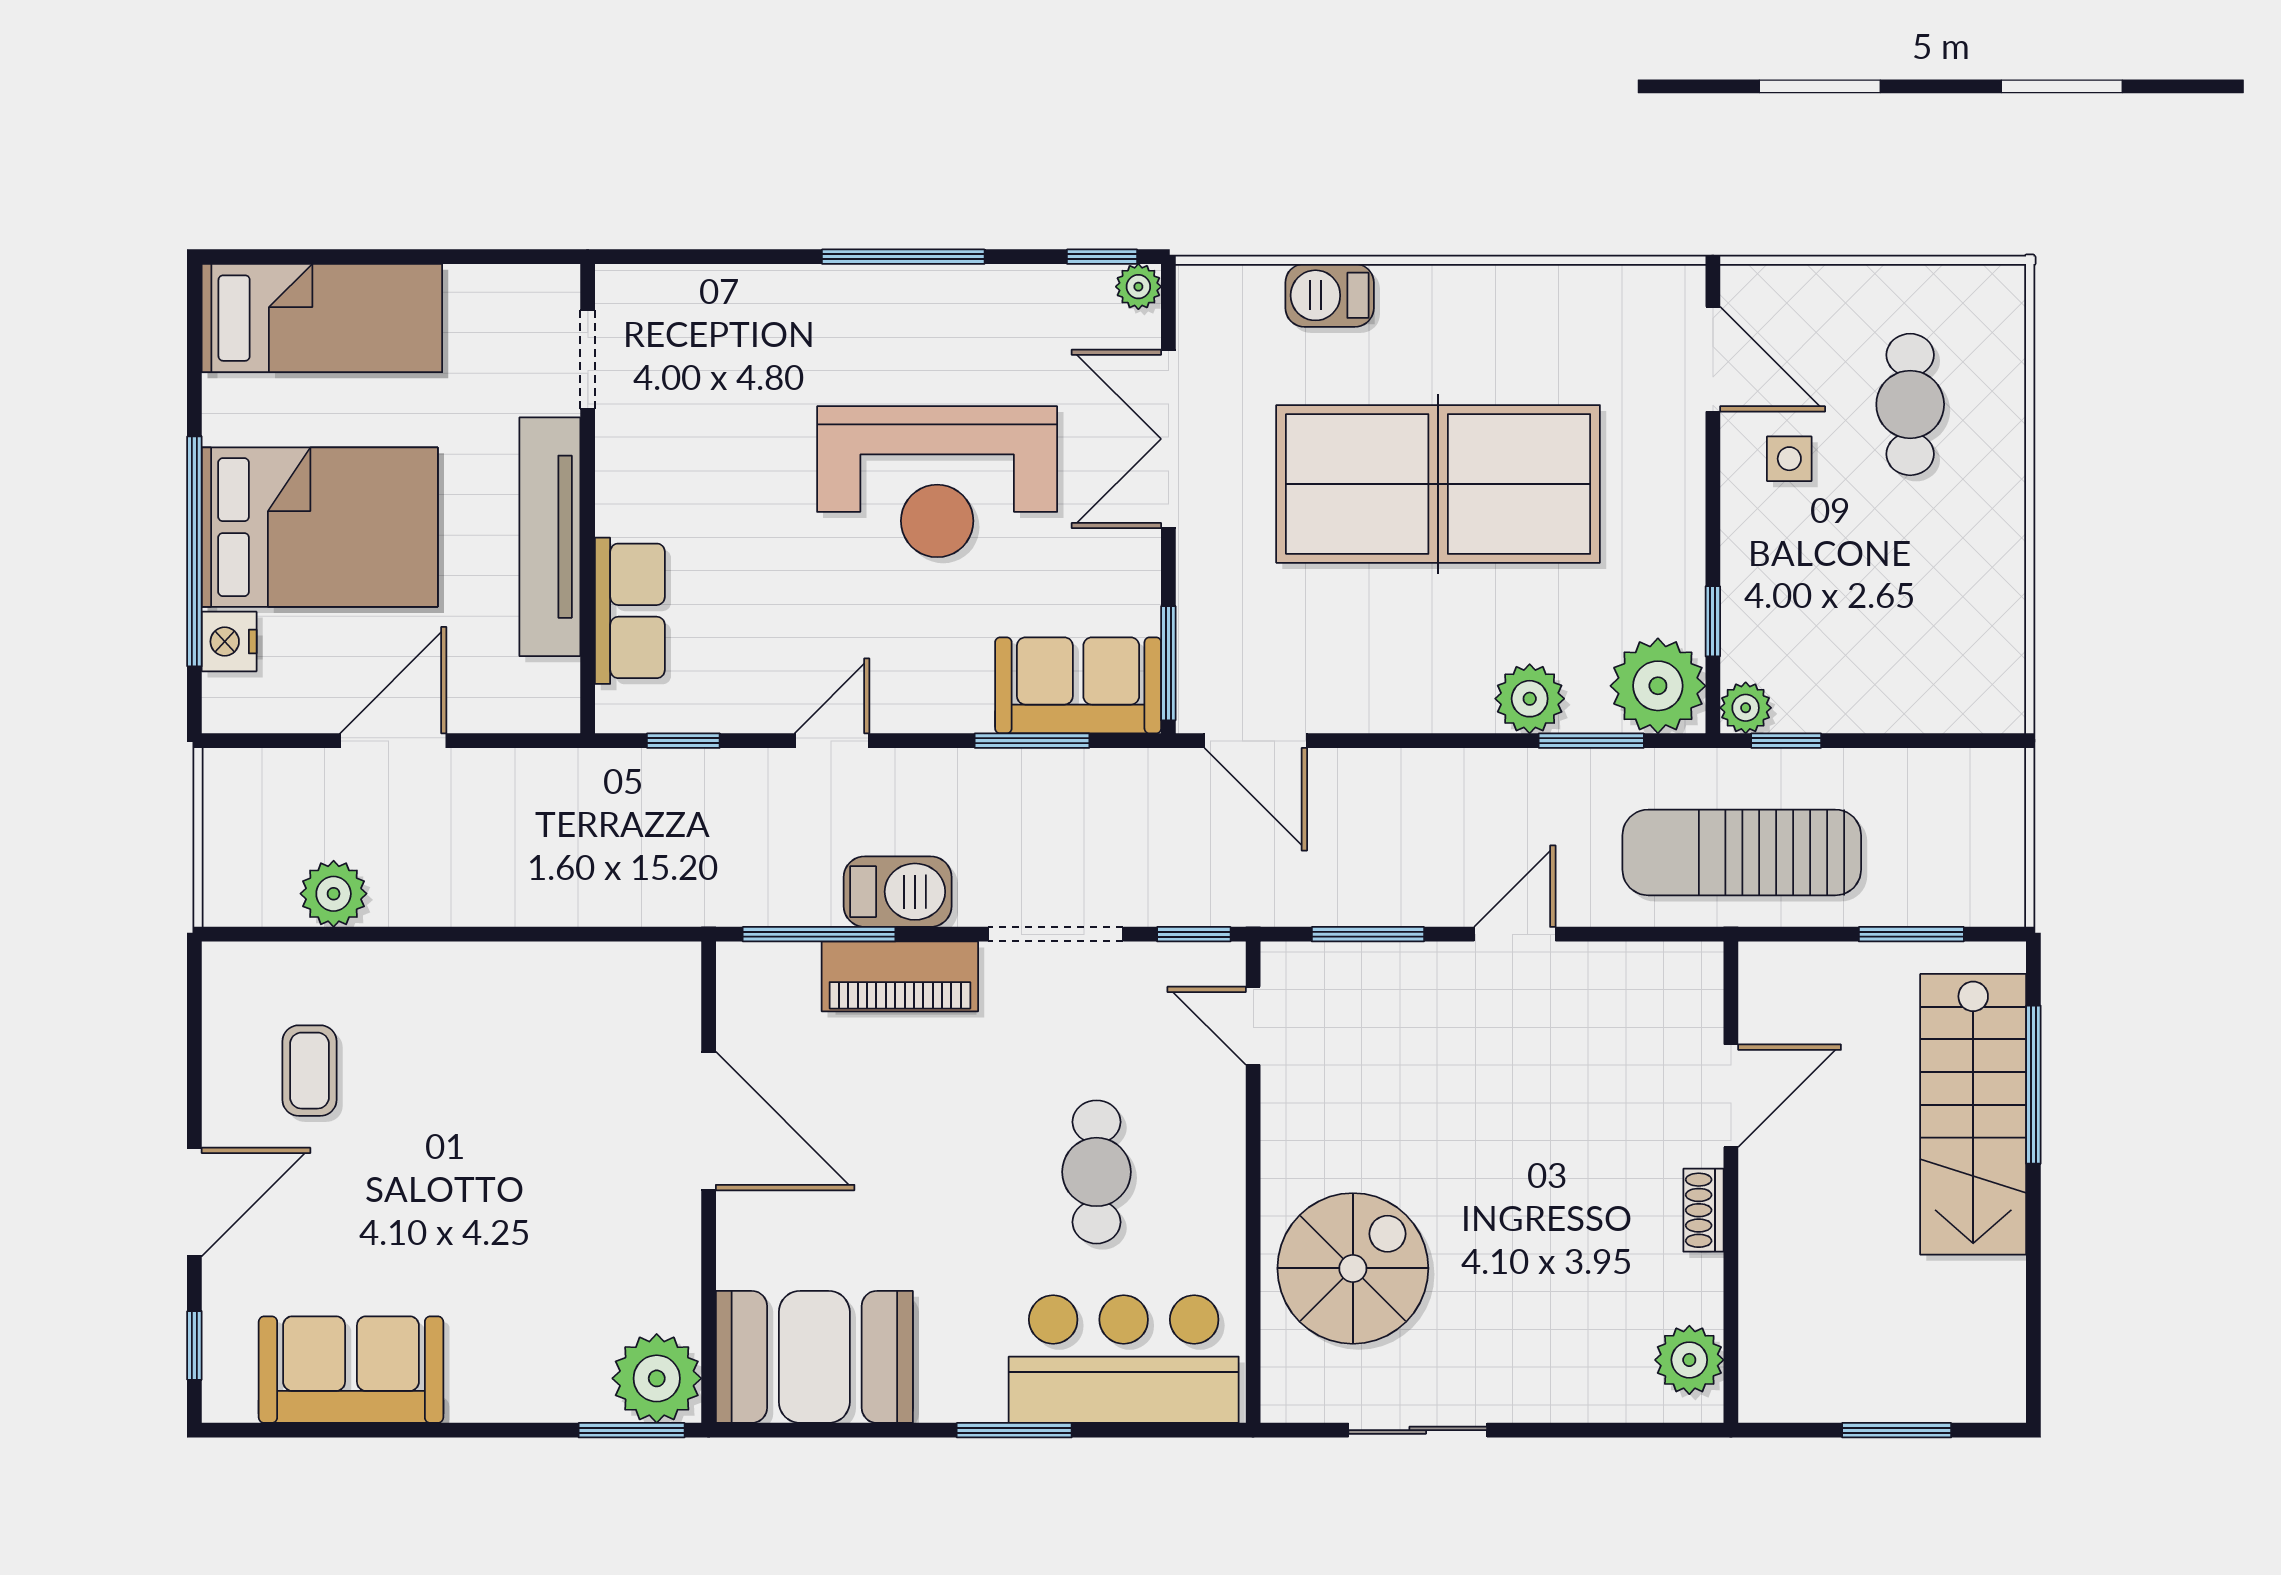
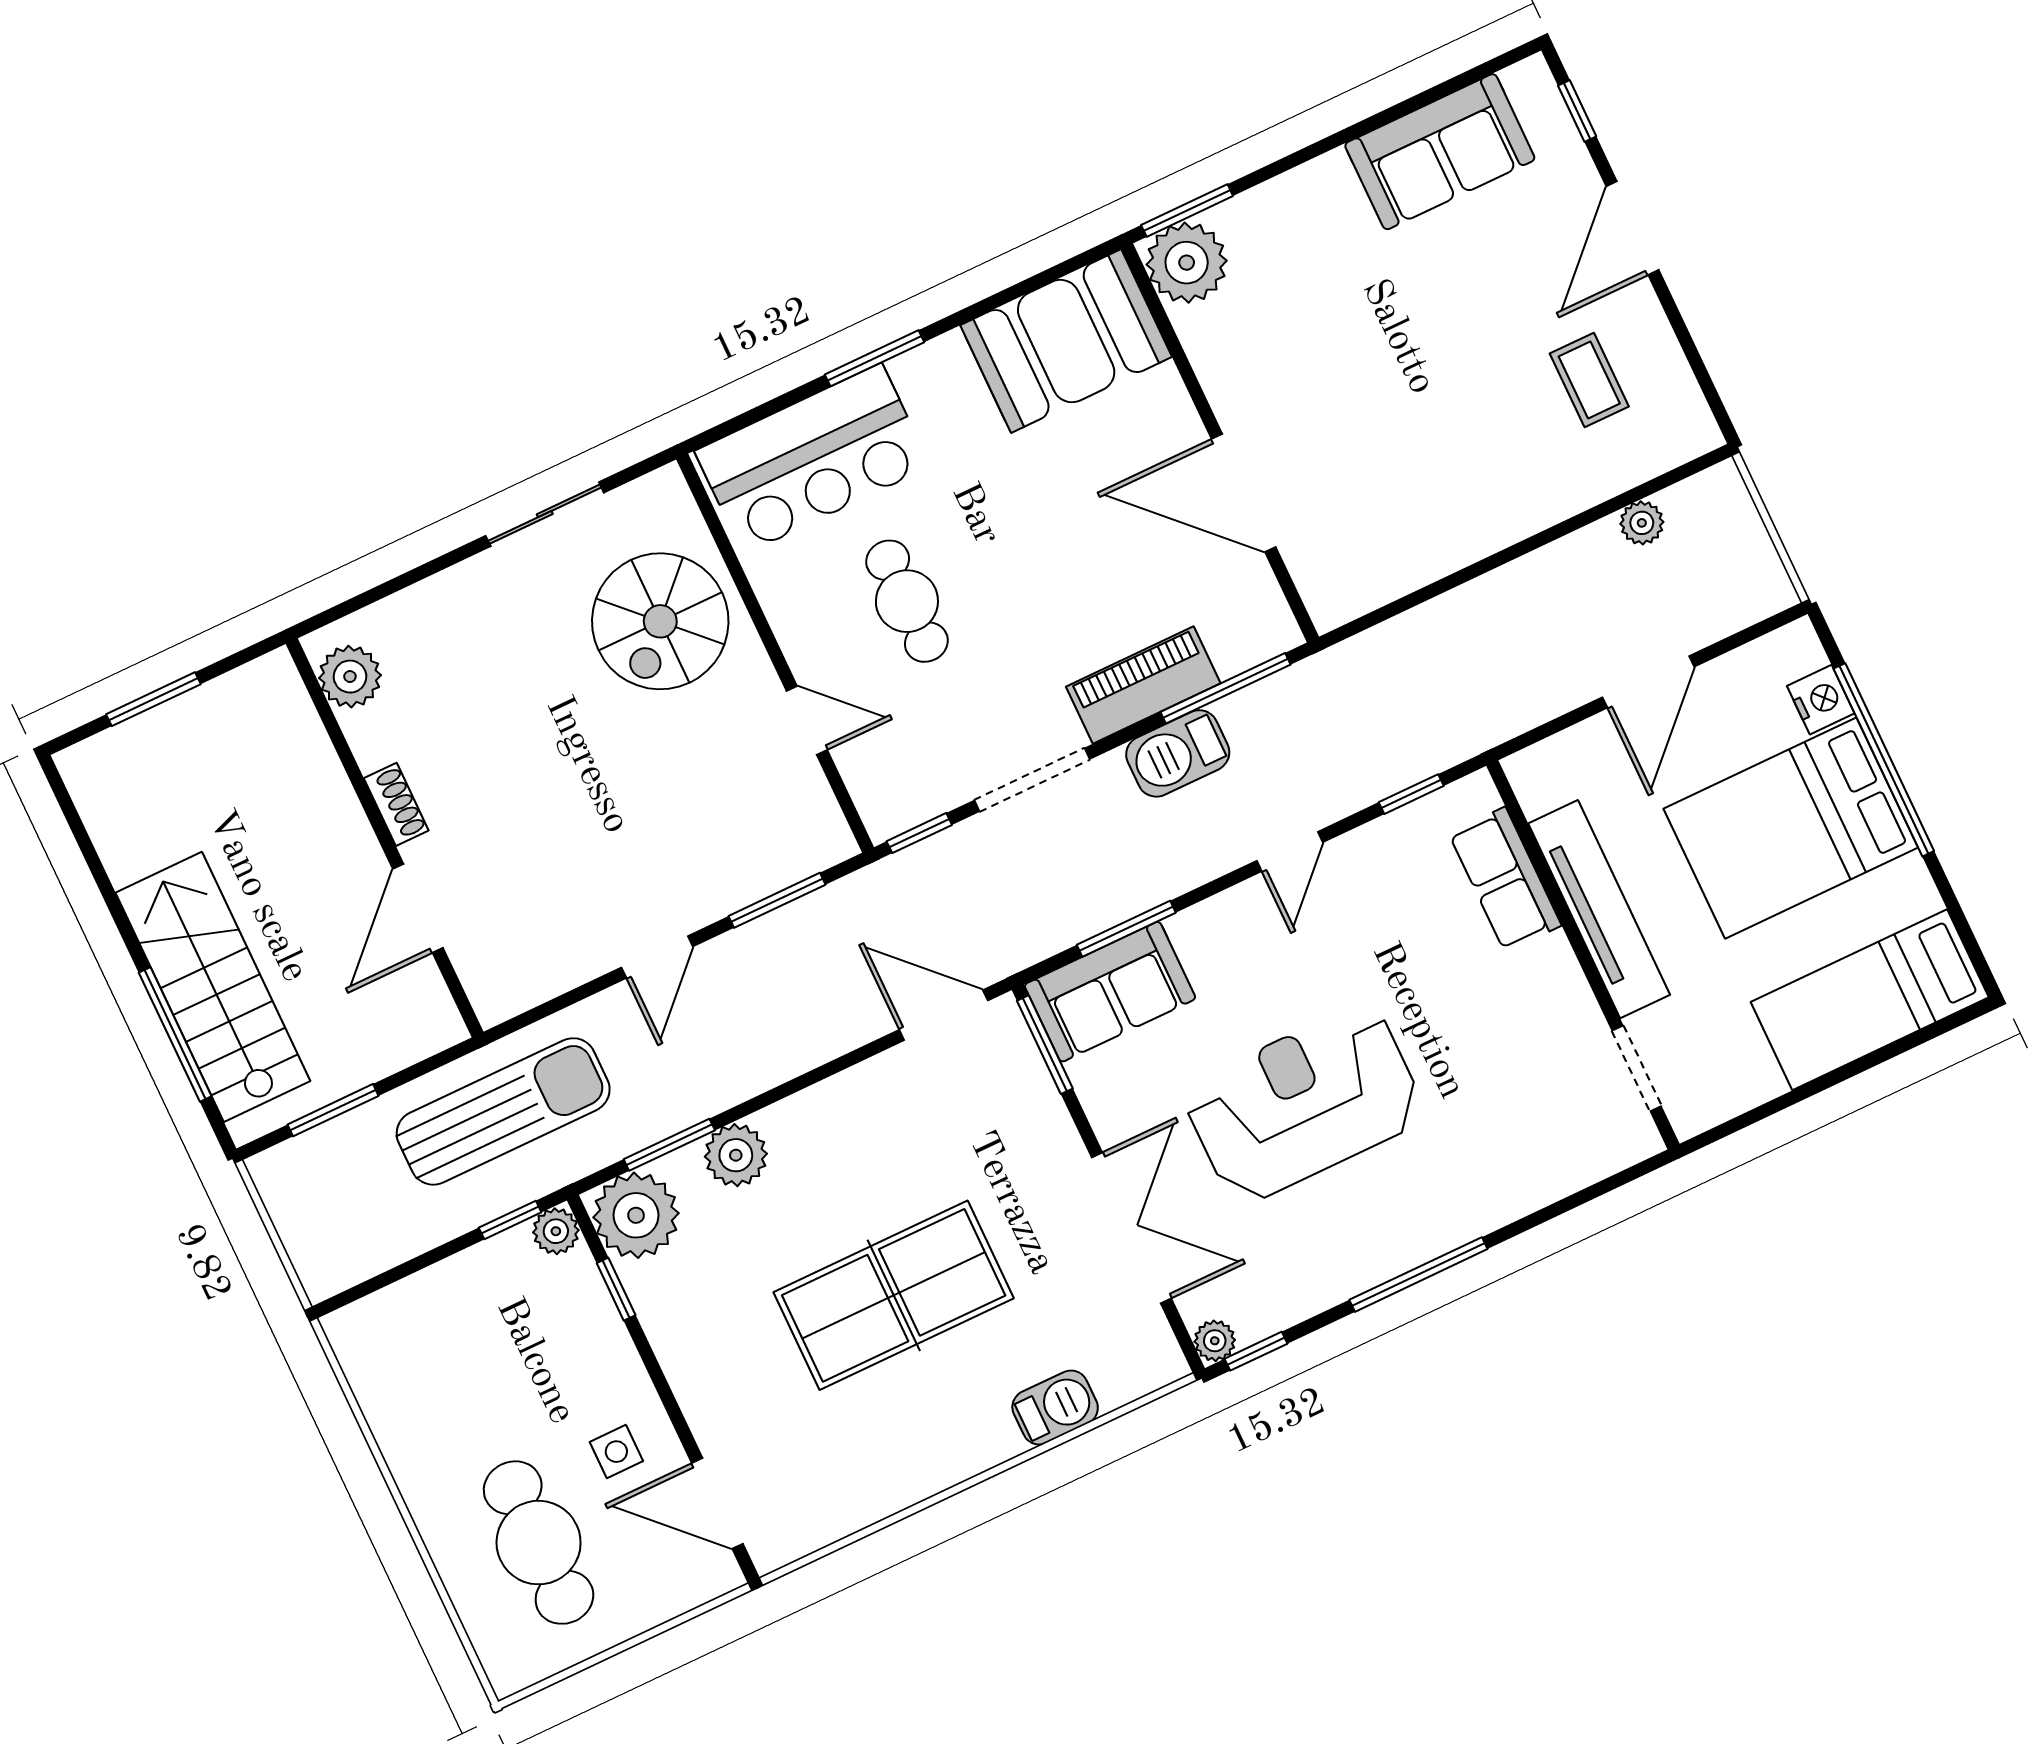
cafe table: (1910, 404) -> (539, 1543), width x1.37, depth x1.35
table tennis table: (1438, 484) -> (894, 1295), width x0.73, depth x0.76
plant: (334, 894) -> (1642, 523), width x0.73, depth x0.73
door: (1253, 1026) -> (807, 720), moved

